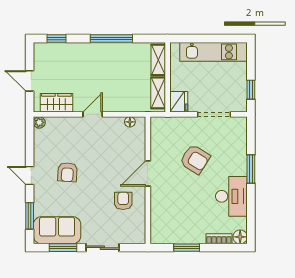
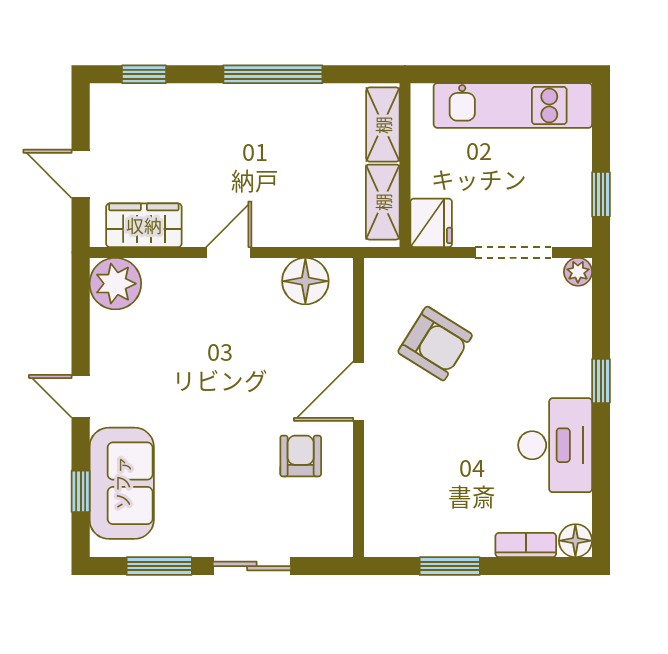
plant: (39, 122) -> (115, 284), width x1.88, depth x1.88
floor lamp: (130, 122) -> (305, 281), width x1.89, depth x1.89
plant: (241, 123) -> (578, 272), added
armchair: (195, 159) -> (435, 344), moved
window: (251, 169) -> (601, 381), width x0.67
armchair: (67, 172) -> (170, 388), removed
window: (30, 216) -> (81, 491), width x0.67
sofa: (57, 230) -> (122, 483), moved, turned 90

